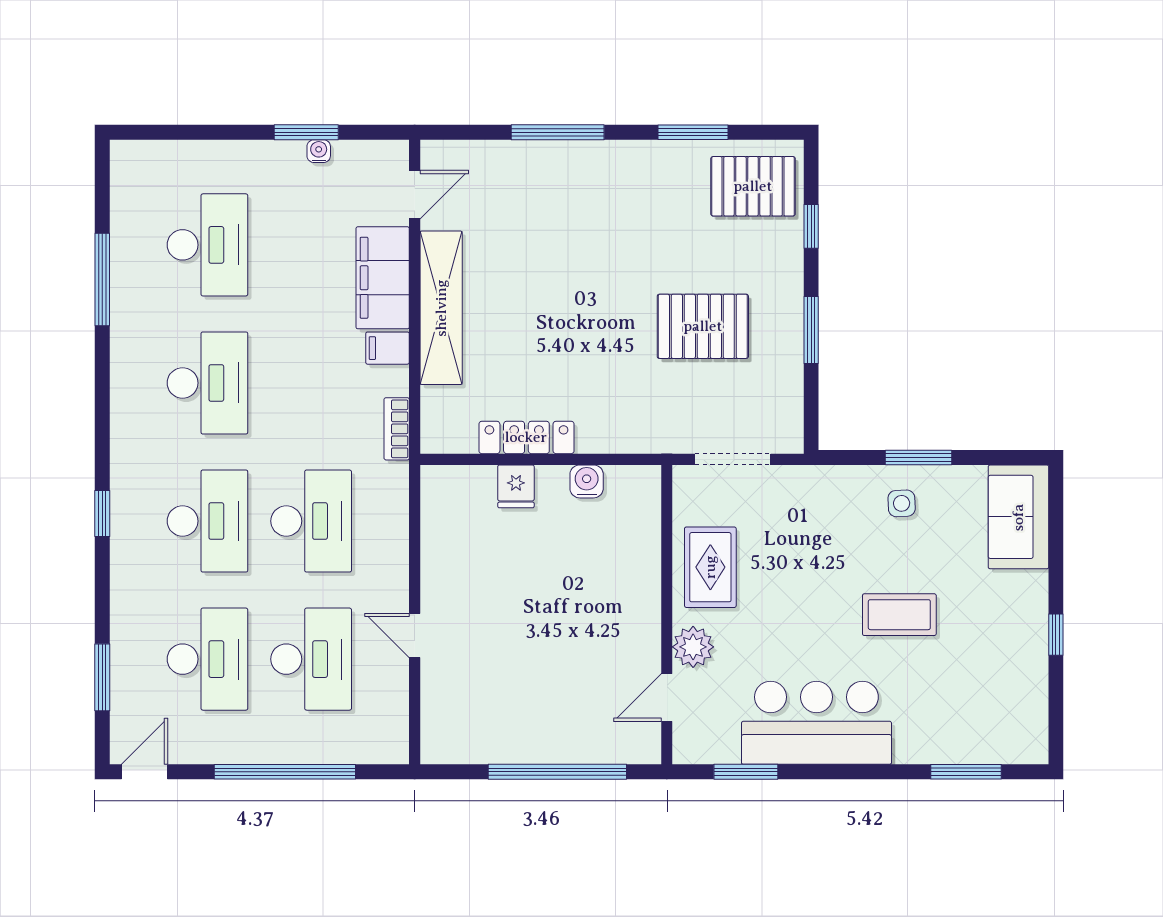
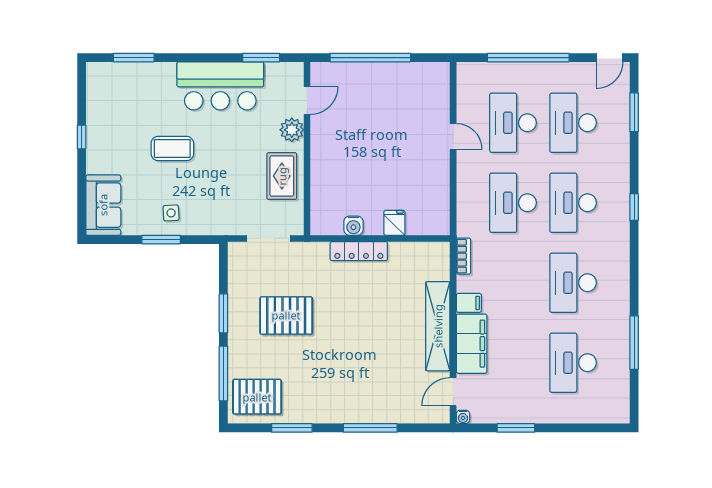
water cooler: (319, 151) -> (463, 417), moved
window: (811, 226) -> (223, 373), width x2.17
locker: (526, 437) -> (359, 251), moved

